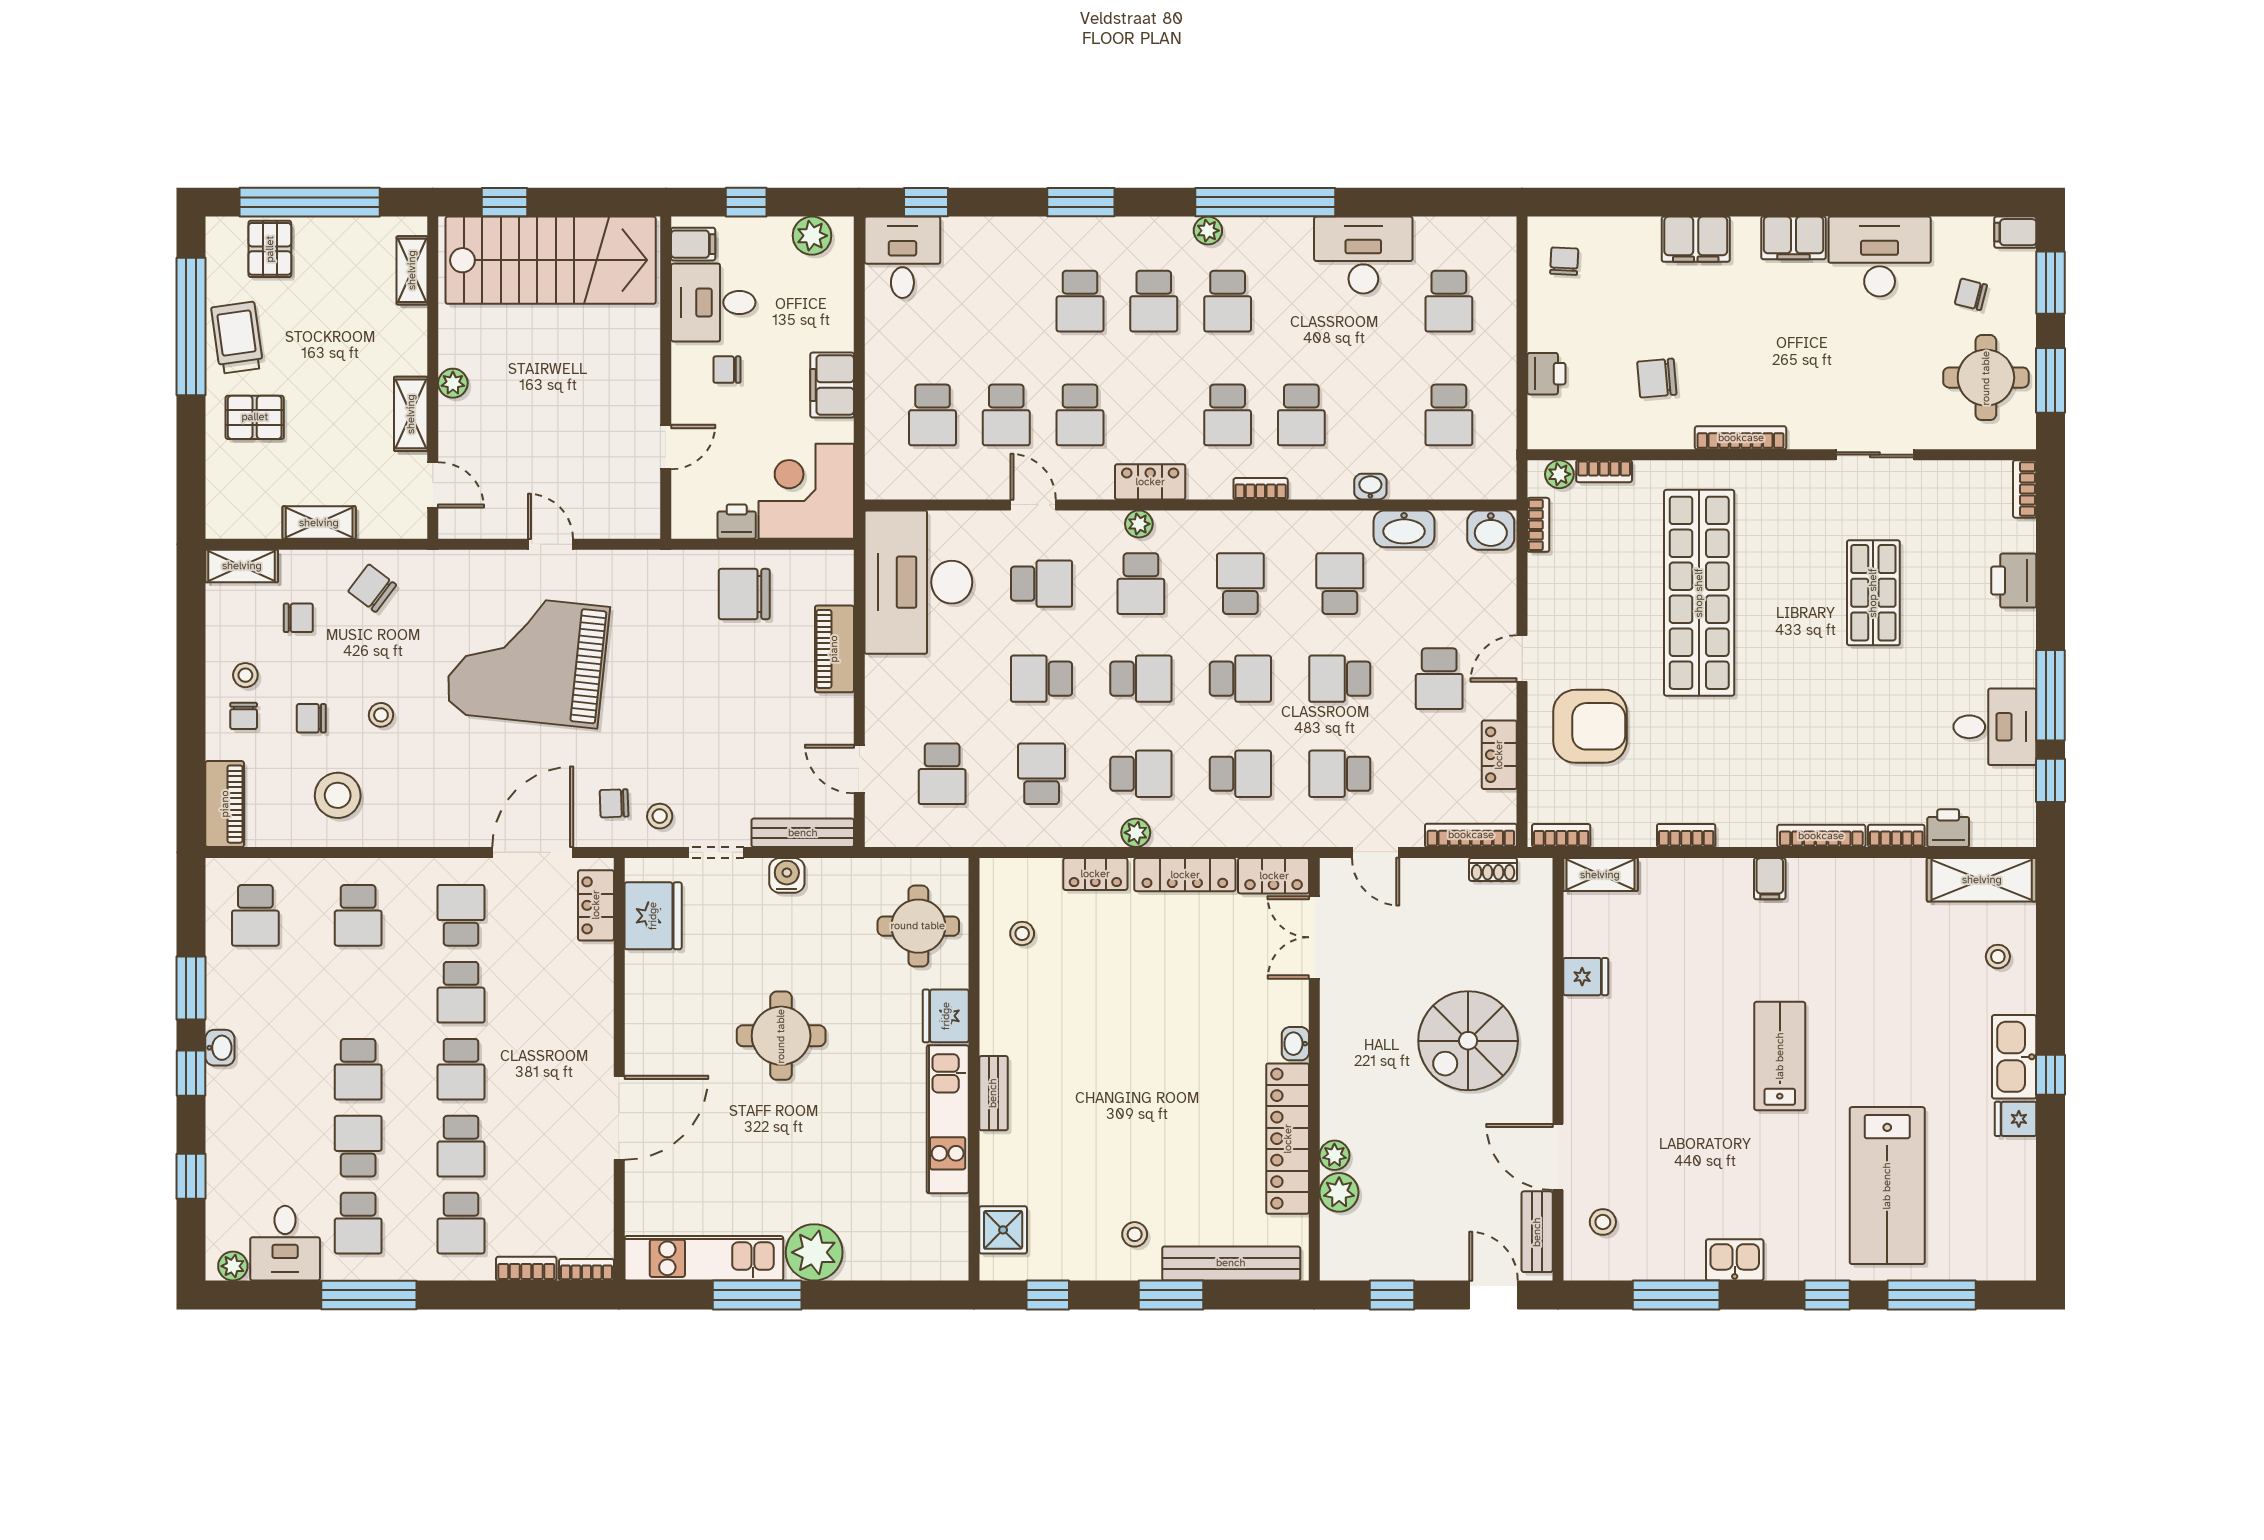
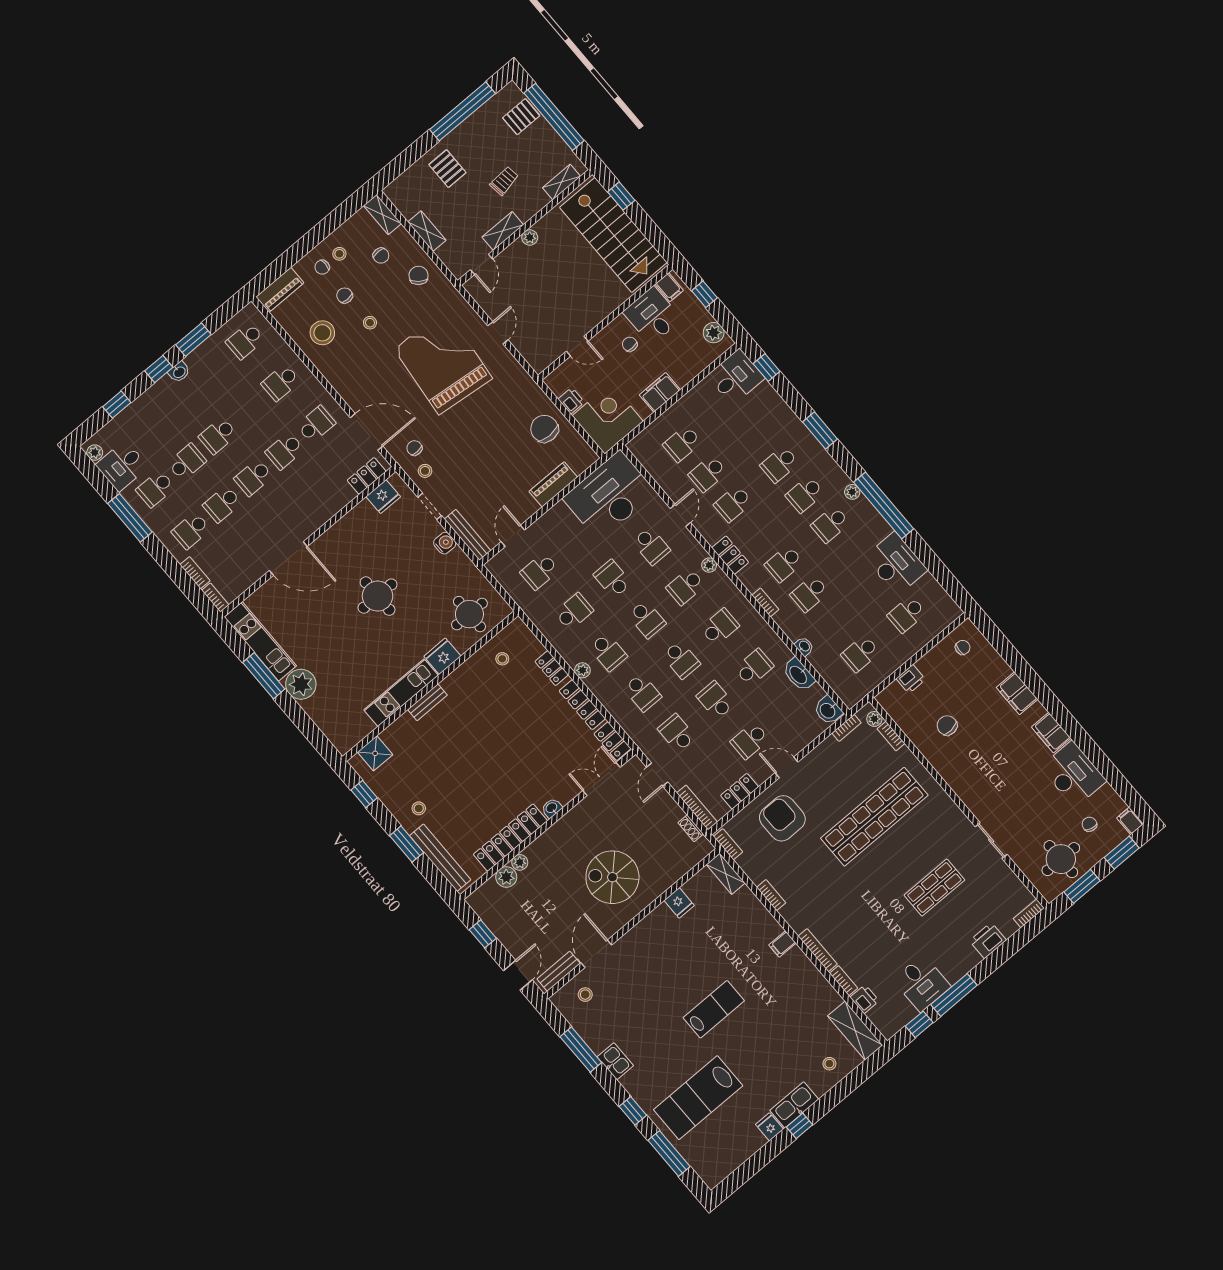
trolley: (237, 338) -> (504, 181), moved, width x0.73, depth x0.72
bookcase: (1741, 438) -> (952, 780), removed
armchair: (1590, 726) -> (782, 818), turned 180
fridge: (653, 916) -> (383, 497), width x0.73, depth x0.75

